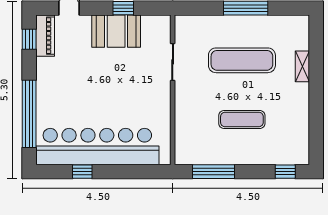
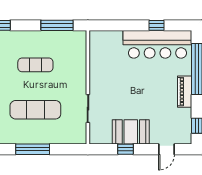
piano: (45, 36) -> (185, 92), moved
bar counter: (97, 147) -> (157, 44), width x0.73

